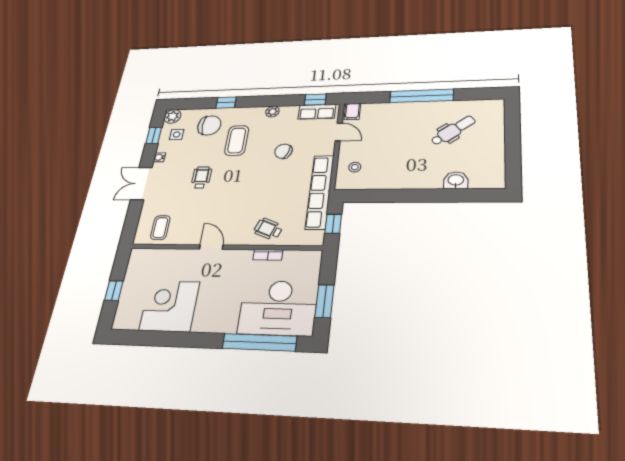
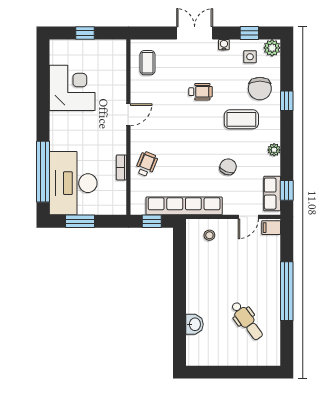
coffee table: (160, 228) -> (148, 63), turned 90

